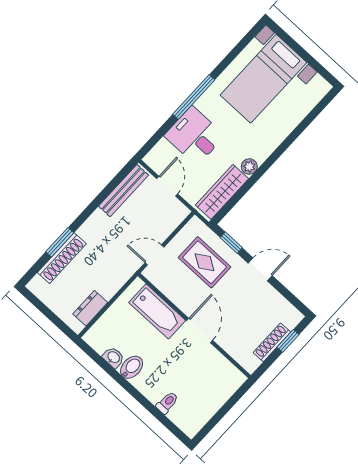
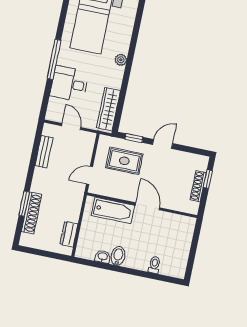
plant: (249, 167) -> (121, 60), moved
bench: (124, 191) -> (44, 152), width x0.73

